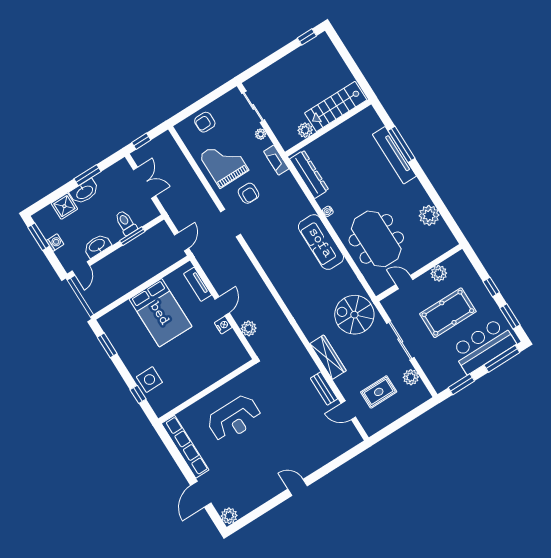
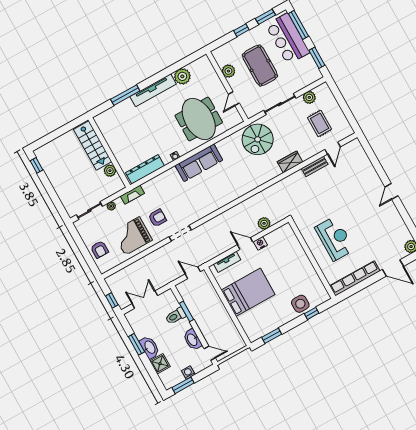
tv unit: (394, 155) -> (153, 90), moved
meeting table: (376, 239) -> (199, 119), turned 90
wardrobe: (328, 357) -> (290, 162), width x0.67

